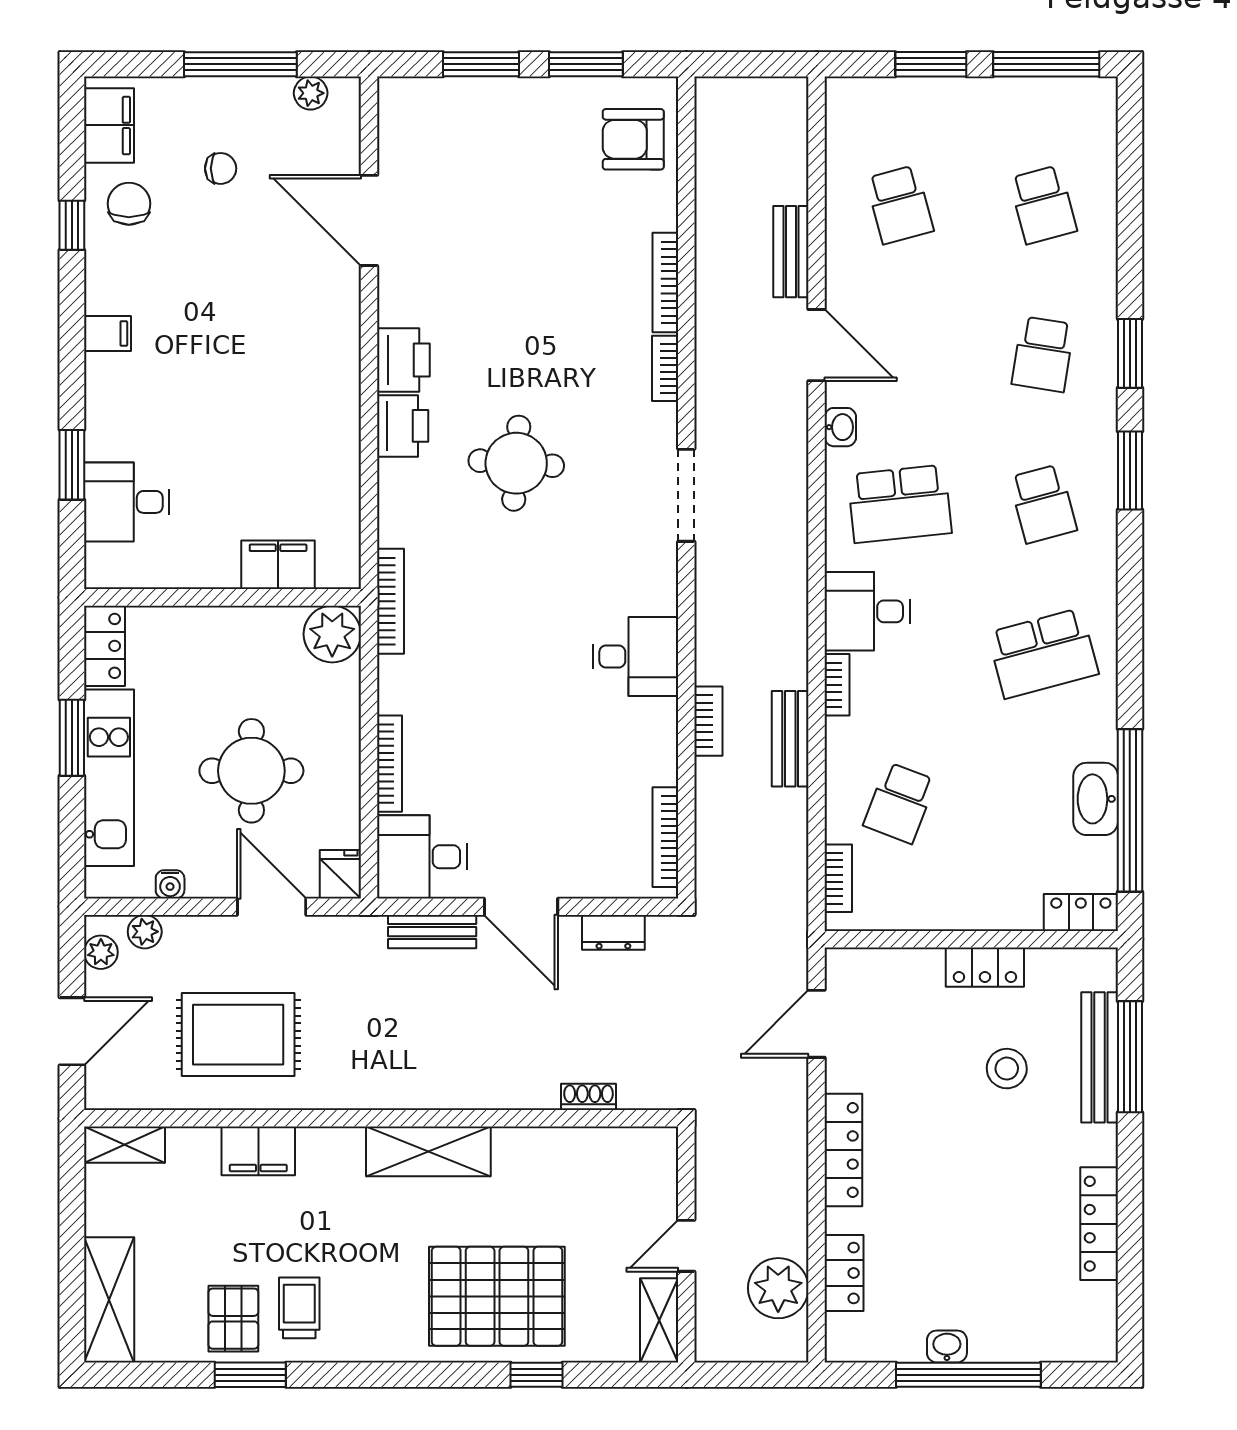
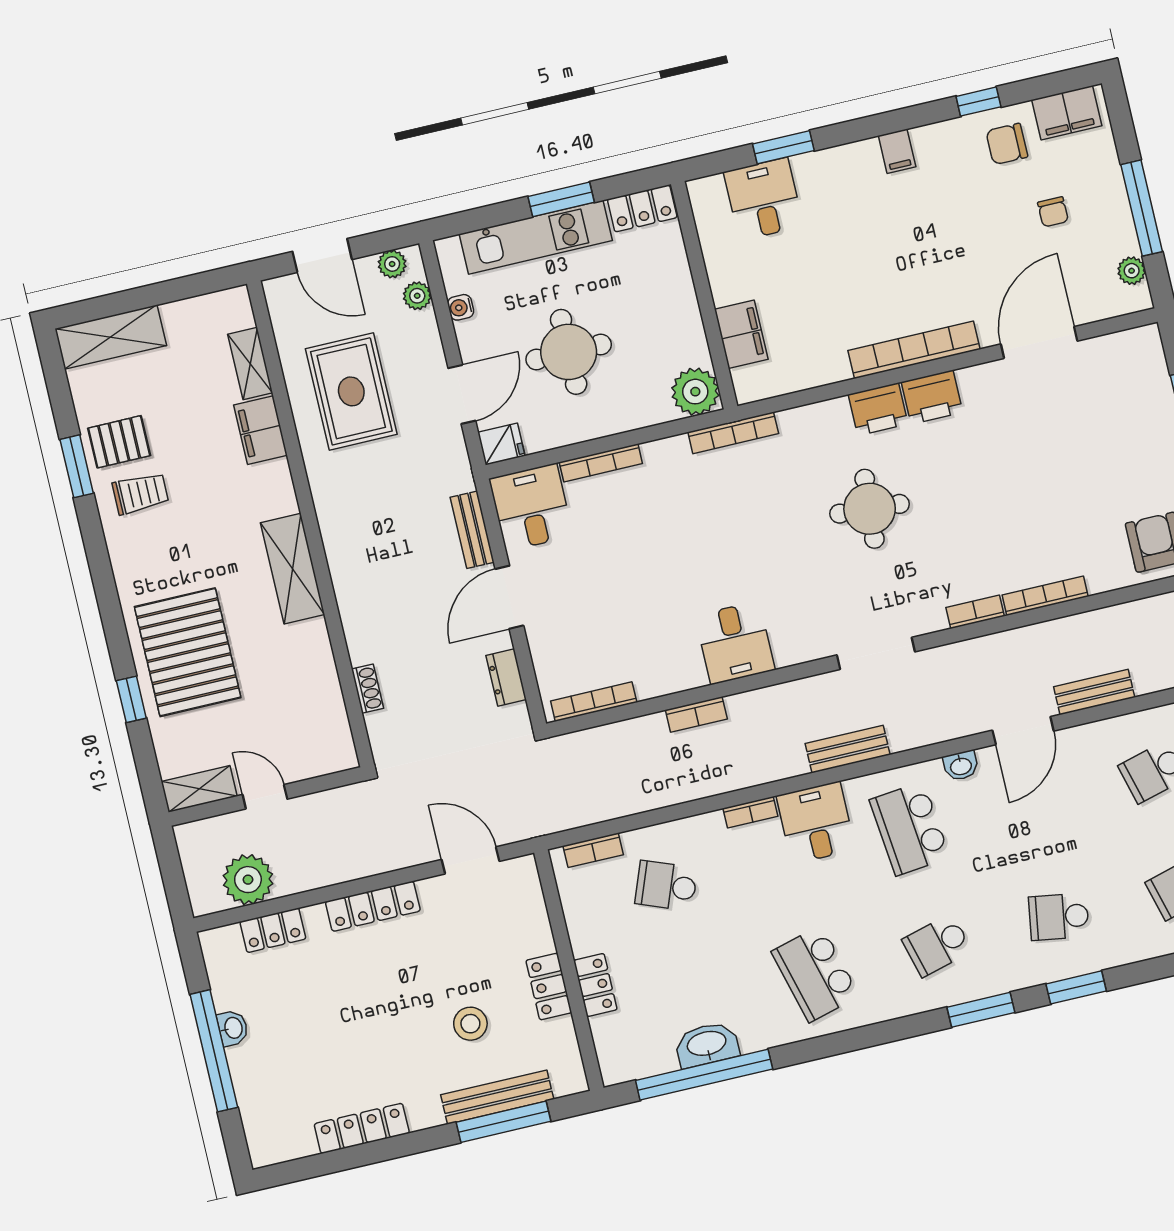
chair: (129, 204) -> (1007, 144), turned 180
bookcase: (343, 368) -> (914, 350), added
bench: (790, 739) -> (848, 749), moved
locker: (1081, 912) -> (595, 985), moved
shelving: (124, 1145) -> (250, 364), moved

